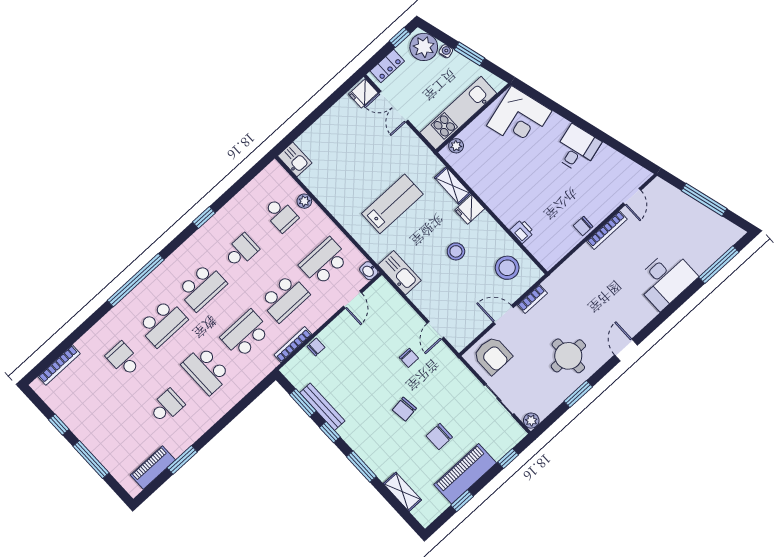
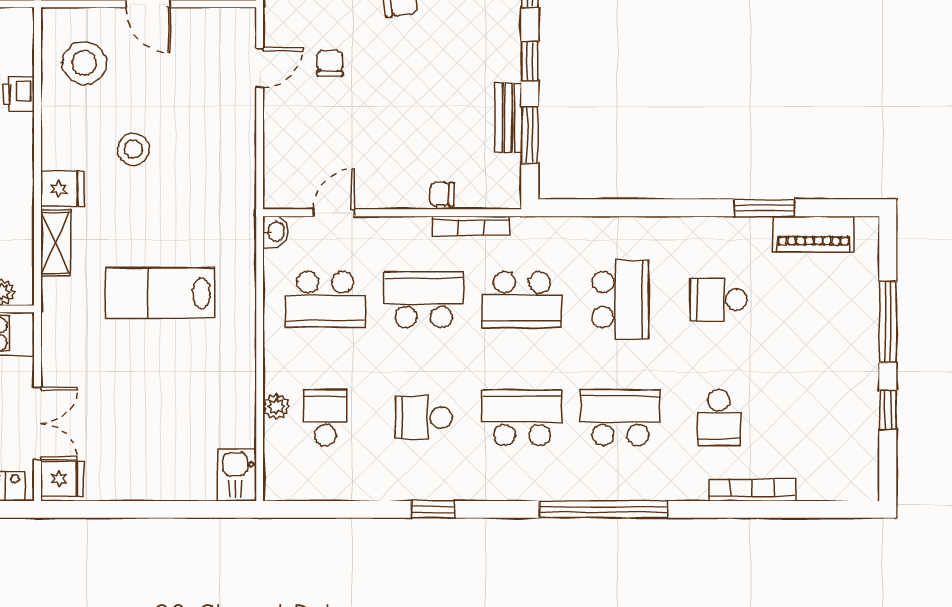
kitchen sink: (400, 273) -> (236, 191), removed
bookcase: (59, 365) -> (752, 490), moved
bench: (322, 407) -> (508, 118), width x0.73

